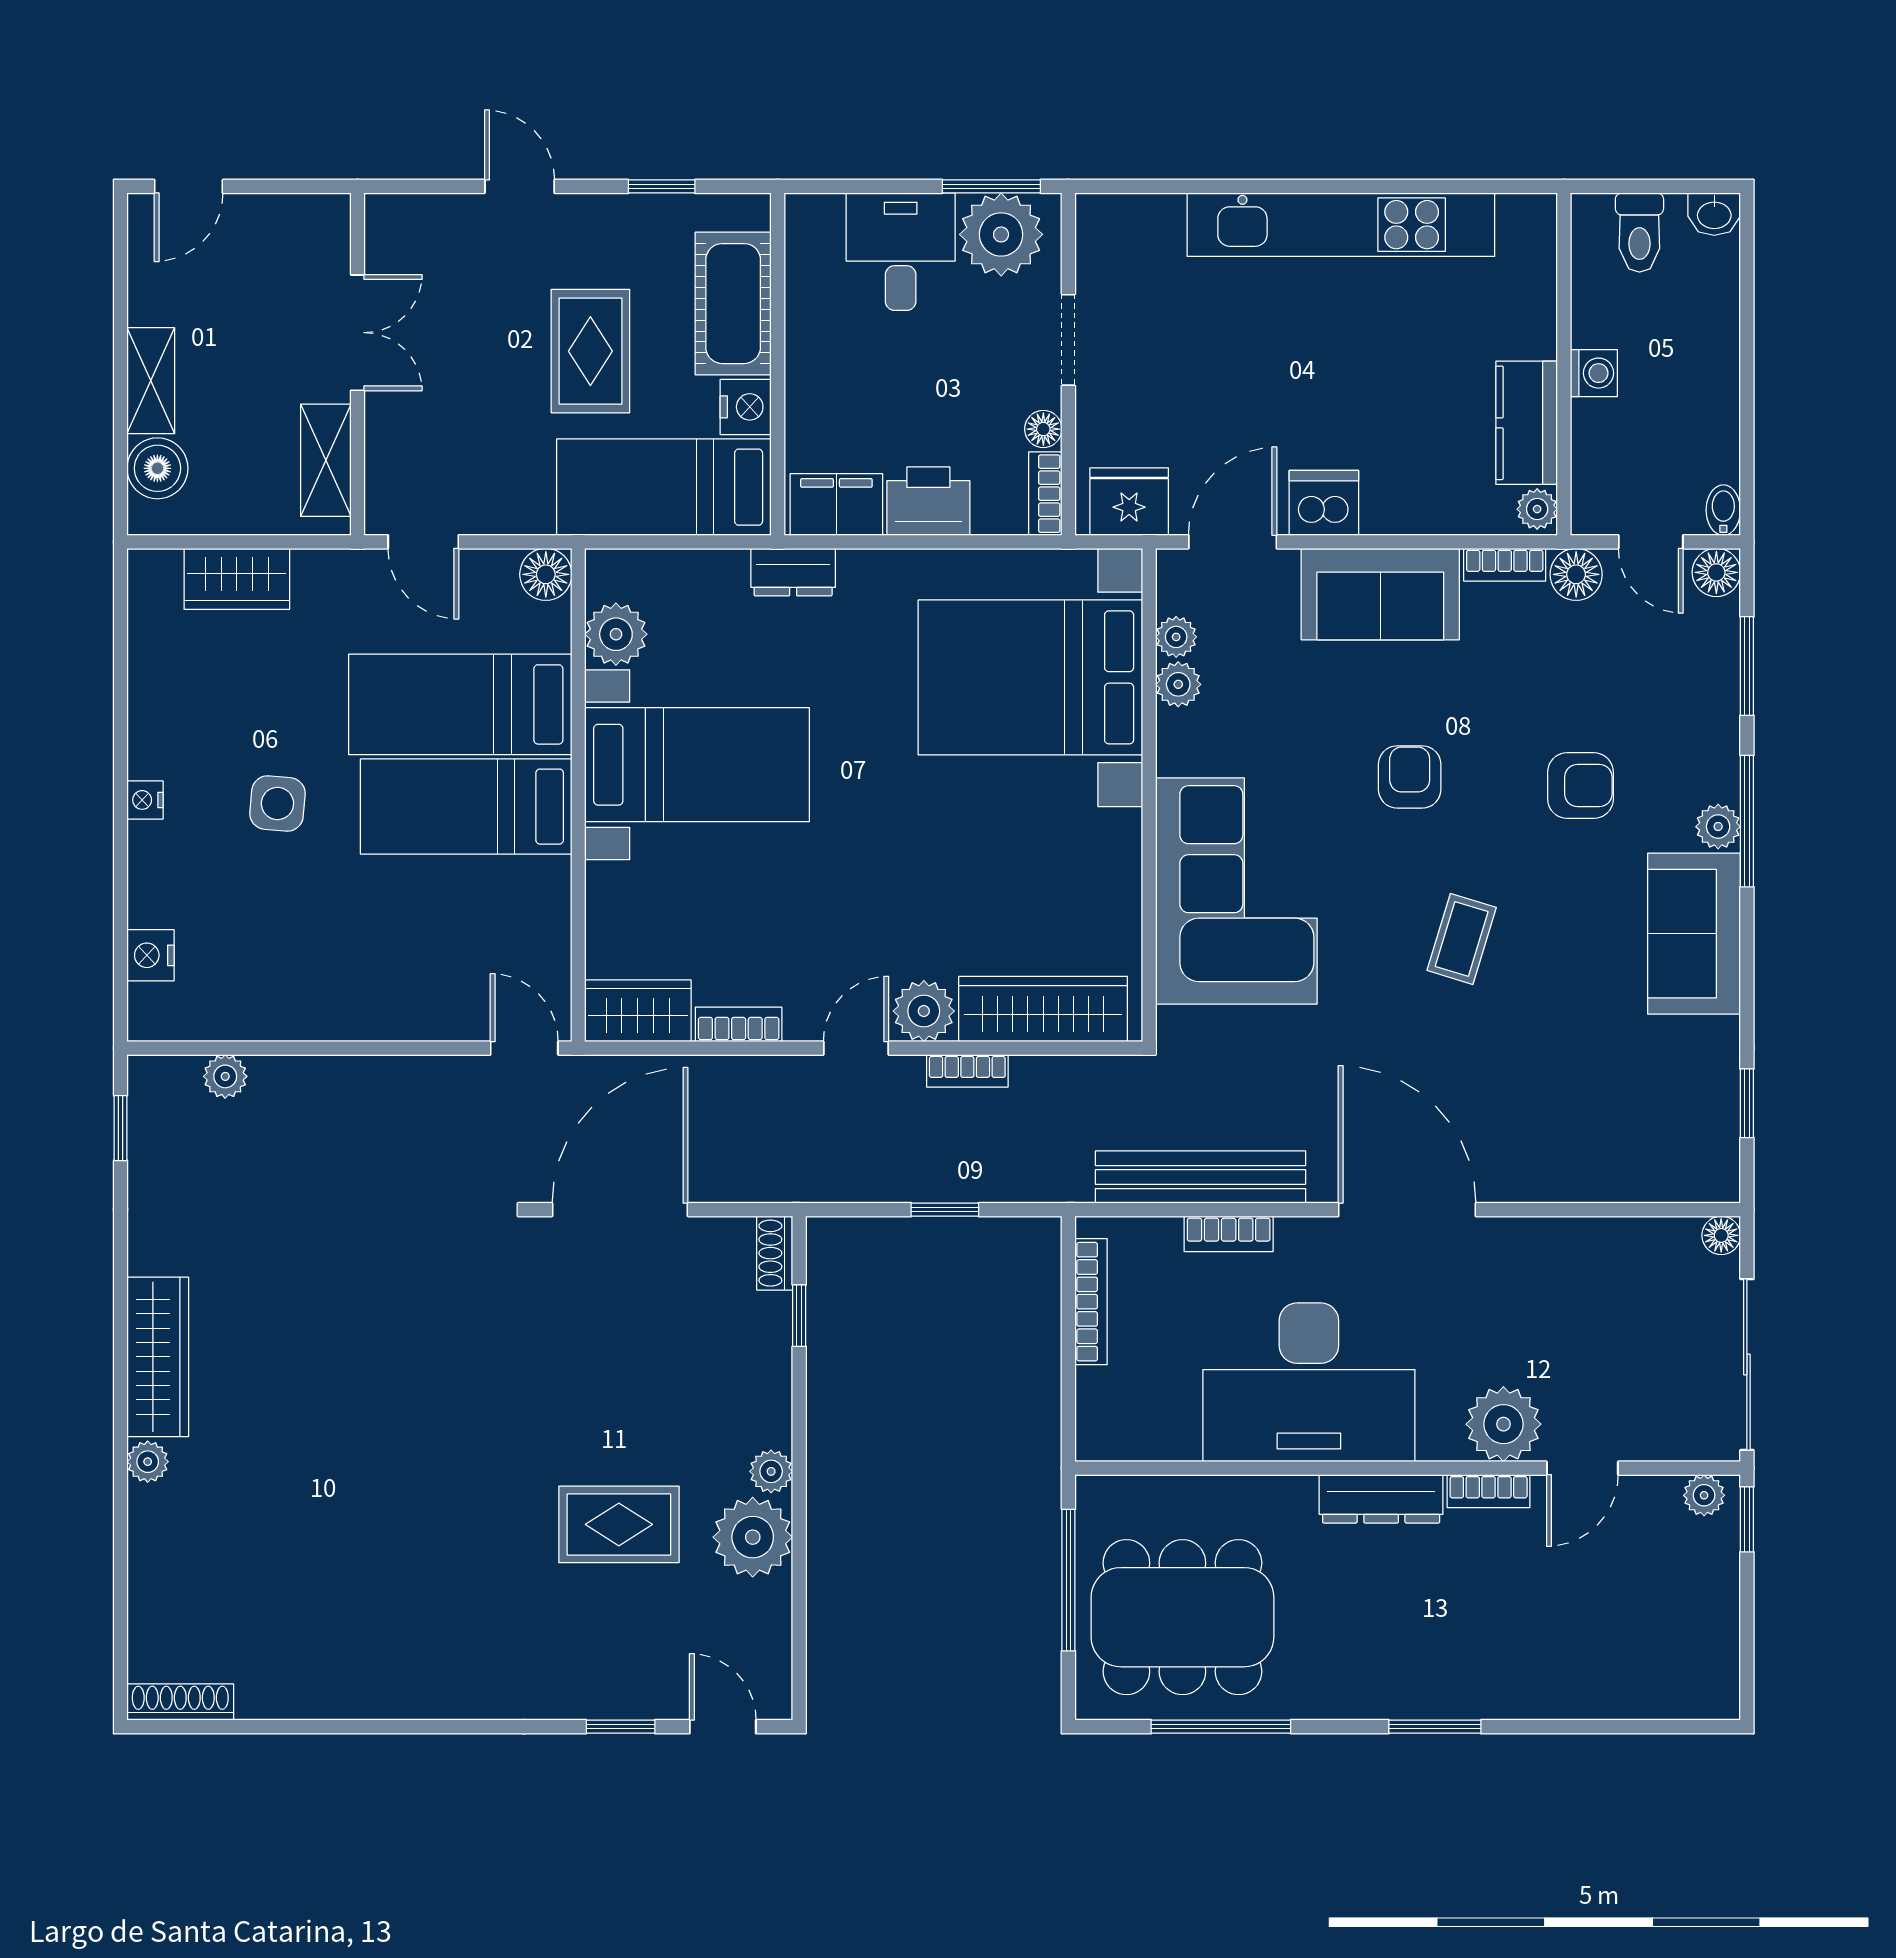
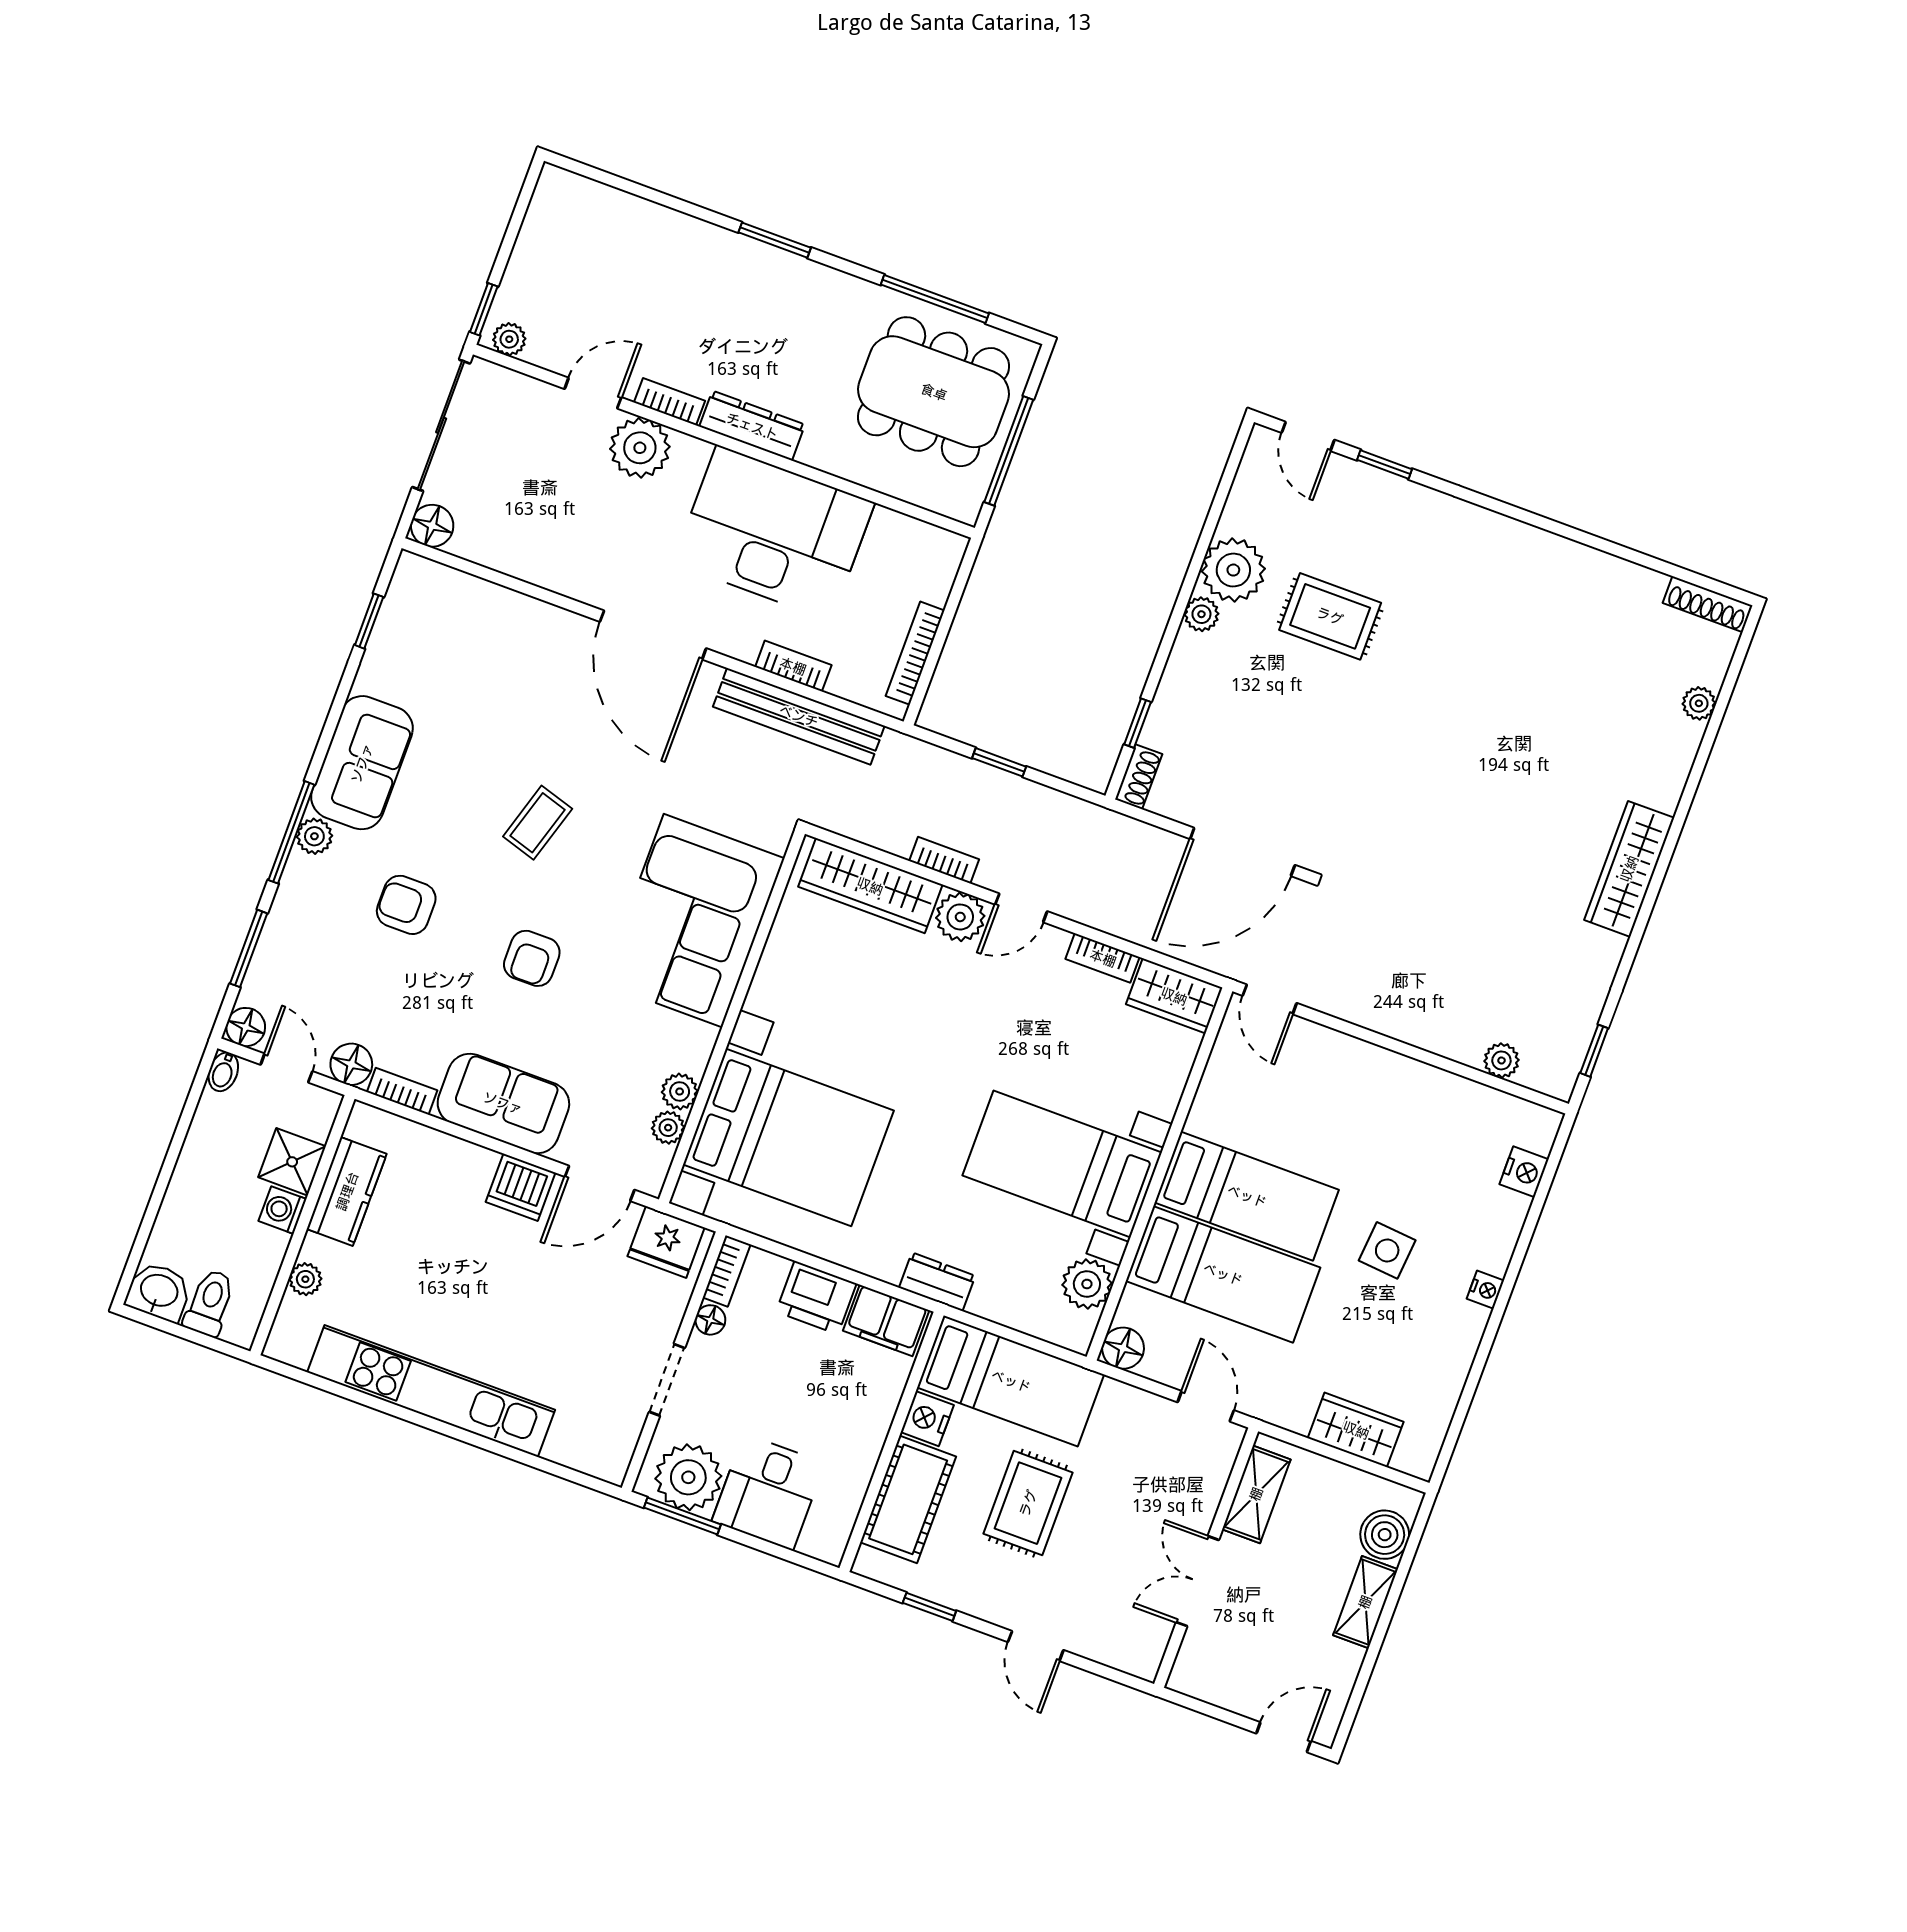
washbasin: (1714, 214) -> (159, 1292), width x1.38, depth x1.45
shower: (1603, 434) -> (292, 1162), added
plant: (1537, 509) -> (305, 1279), moved
floor lamp: (1721, 1235) -> (432, 526), width x1.37, depth x1.37
plant: (148, 1462) -> (1699, 703), moved

